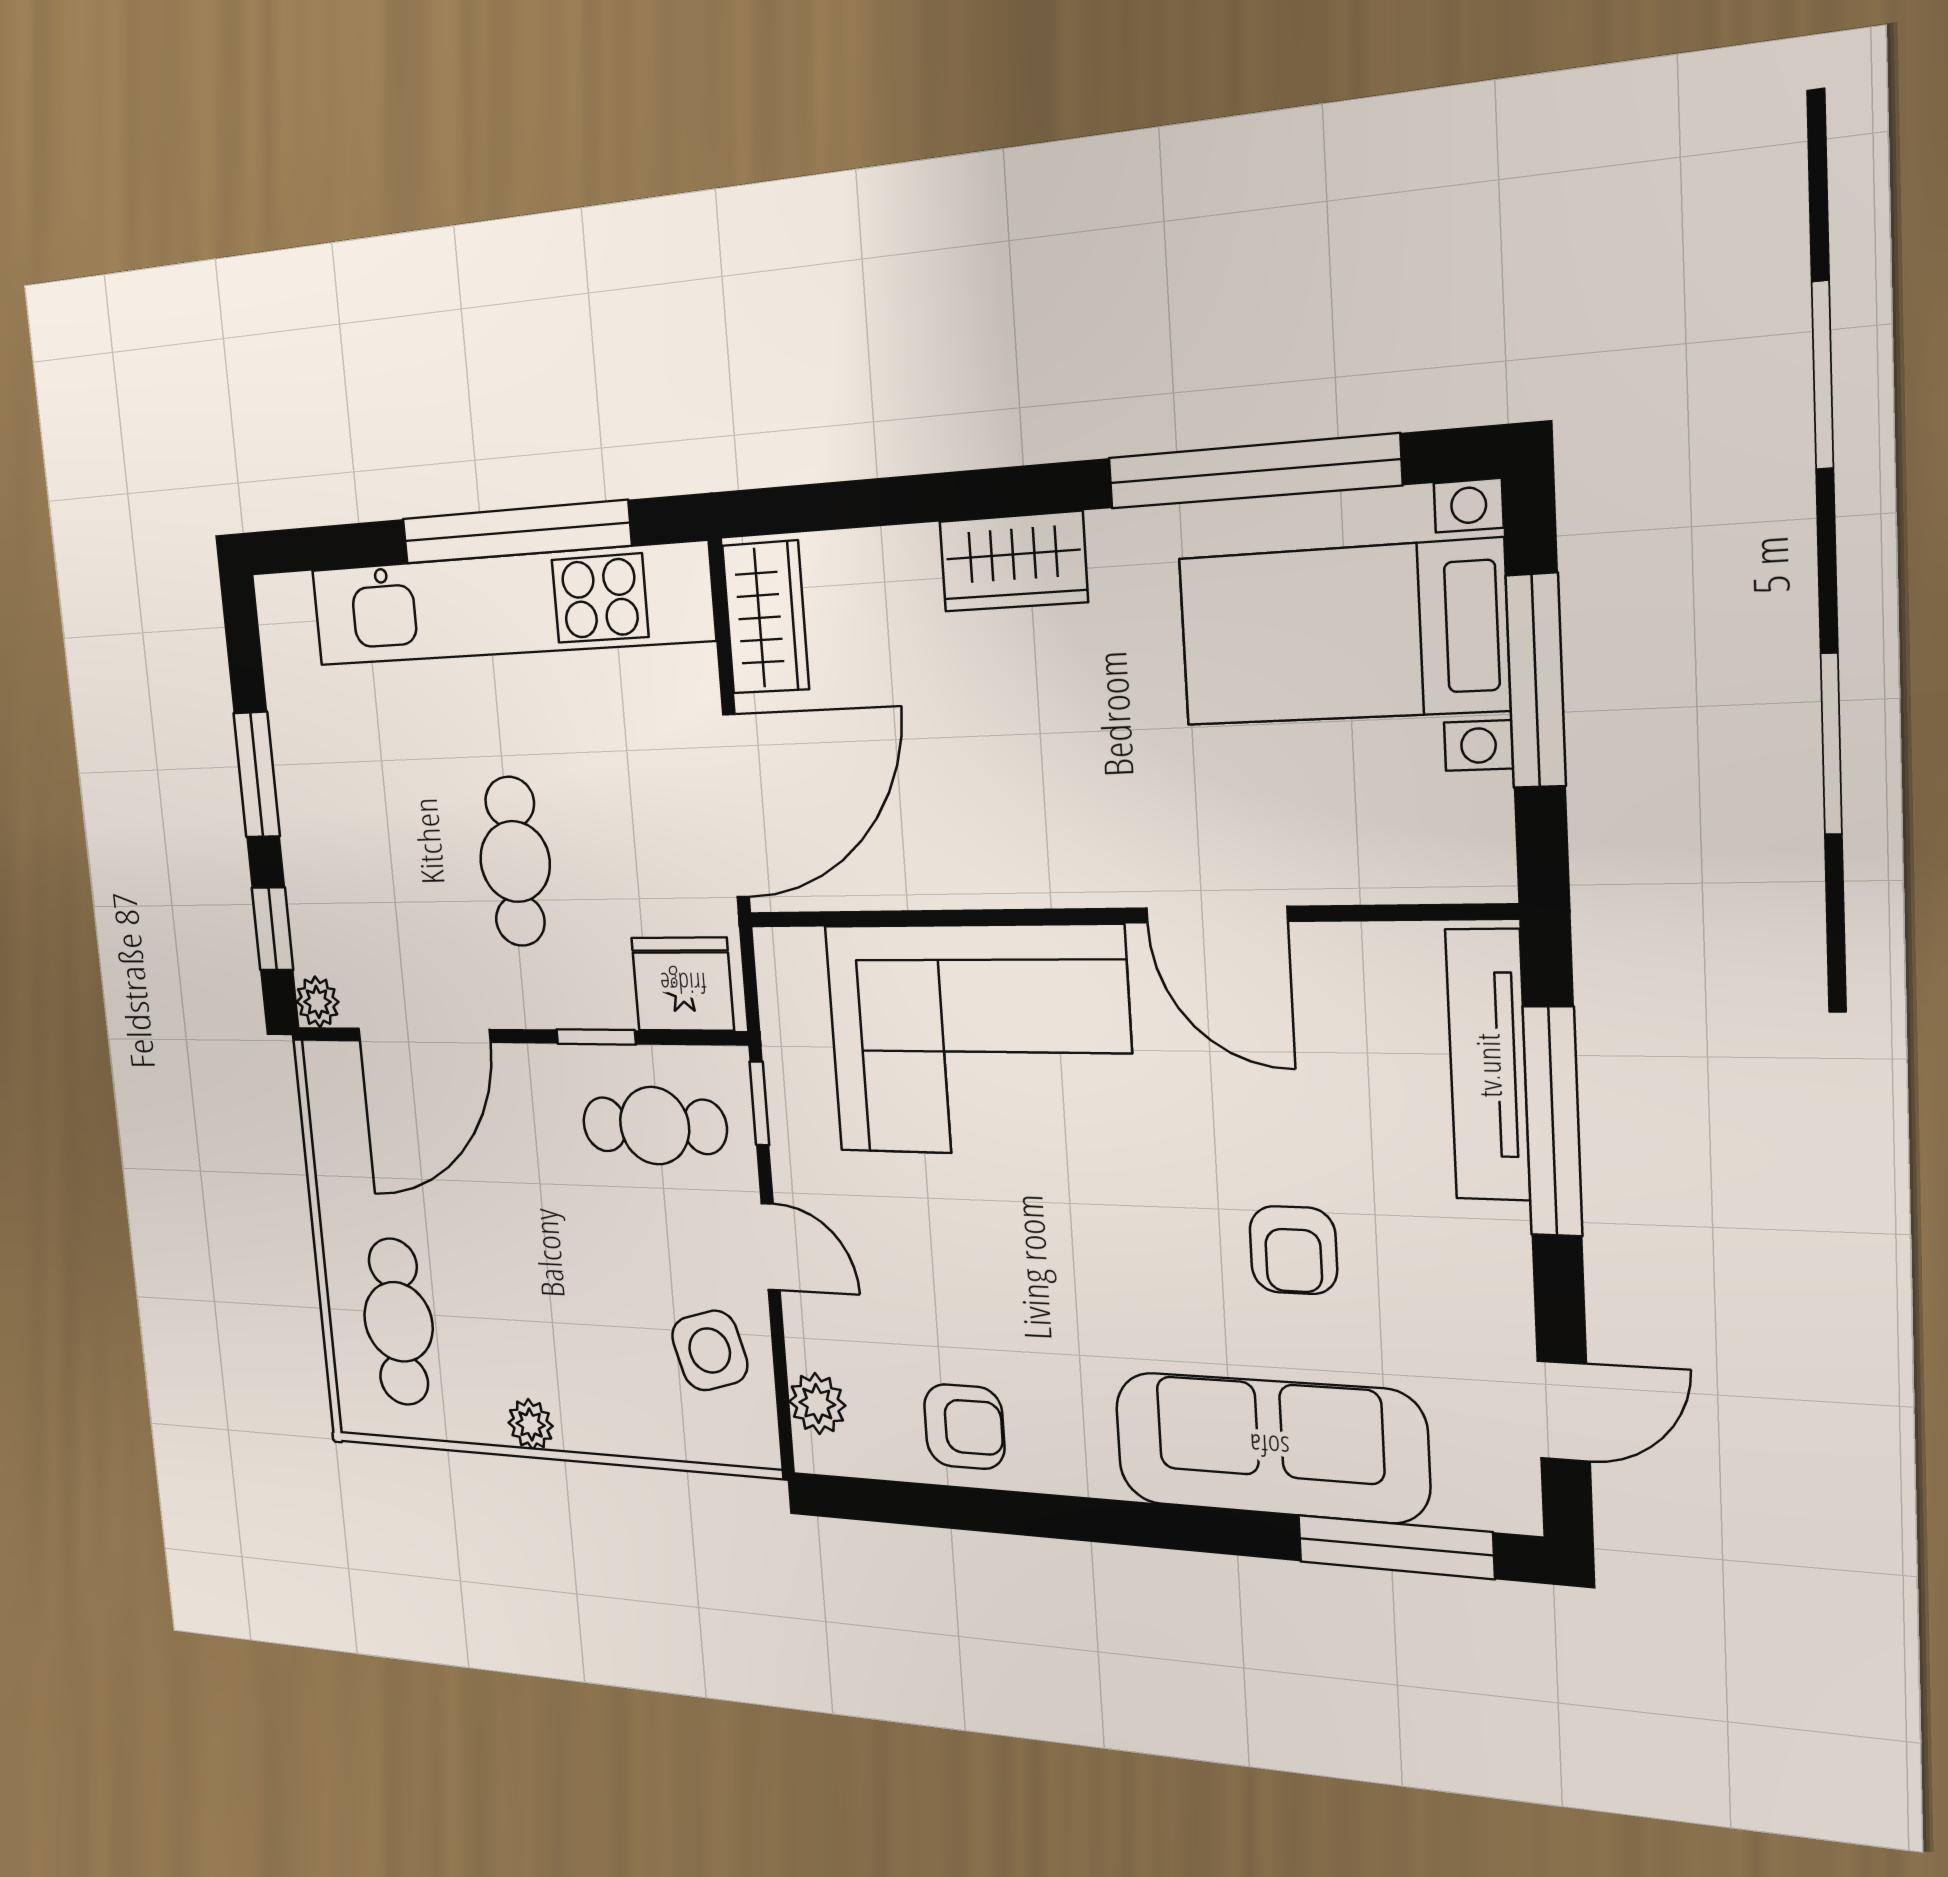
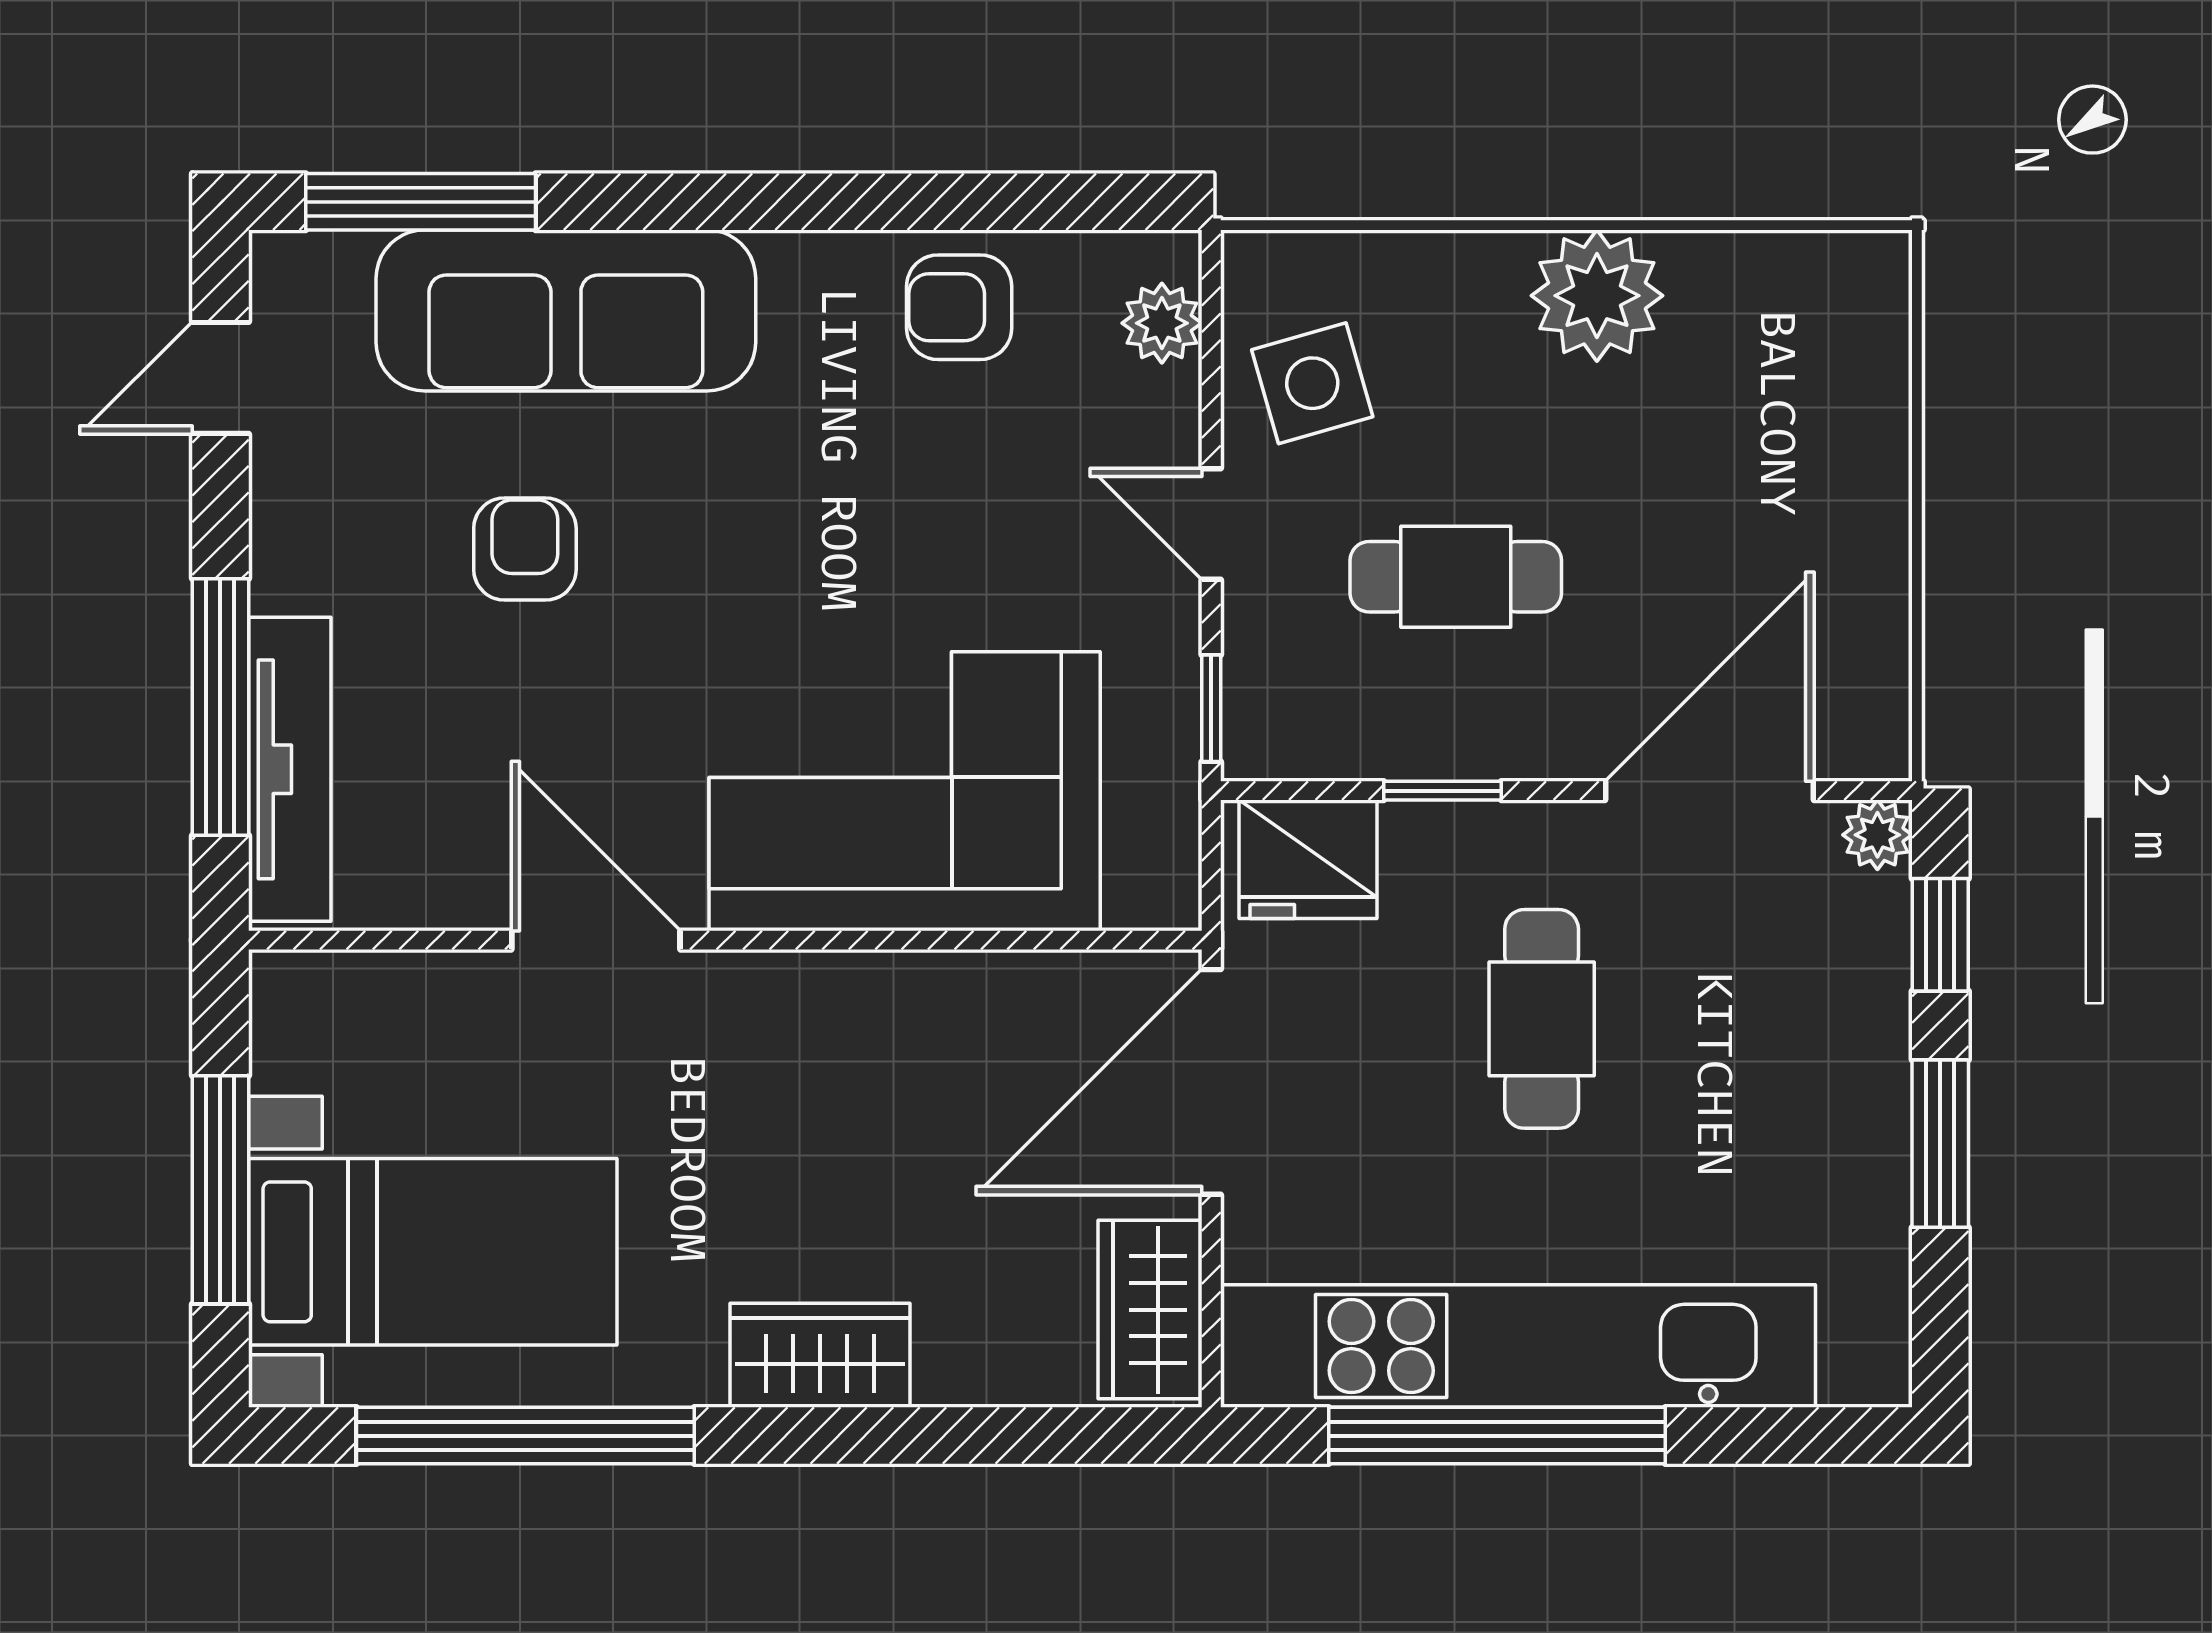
cafe table: (655, 1126) -> (1456, 577), moved
cafe table: (398, 1322) -> (1796, 395), removed
plant: (531, 1424) -> (1597, 296), width x1.87, depth x1.87

